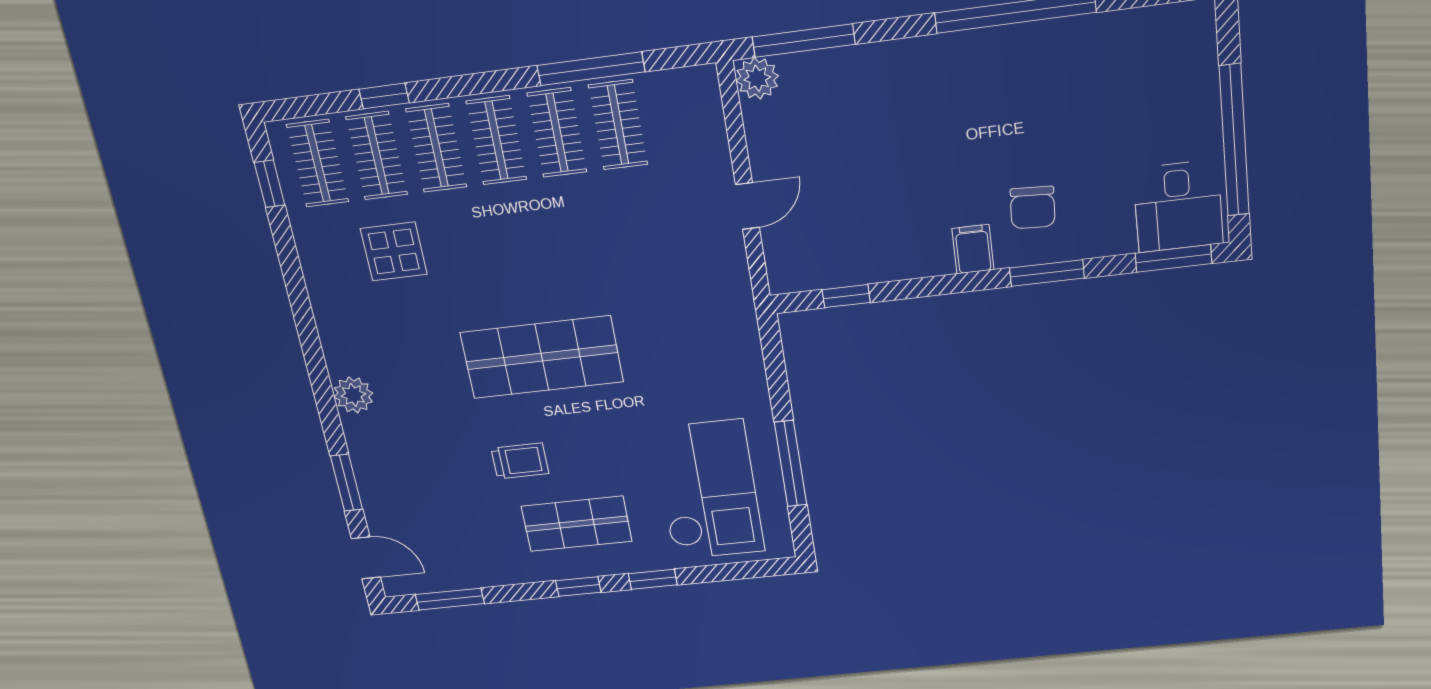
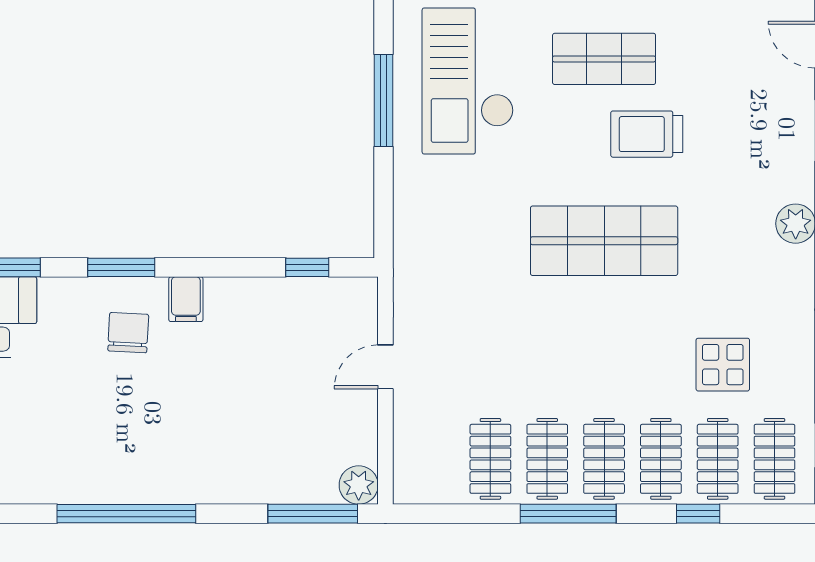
window: (591, 69) -> (568, 514), moved
trolley: (520, 461) -> (647, 134), width x1.36, depth x1.39

